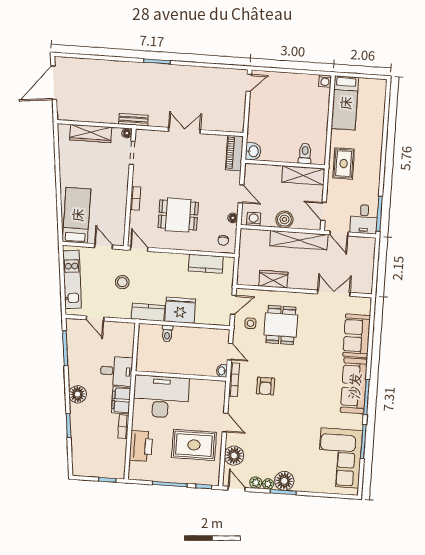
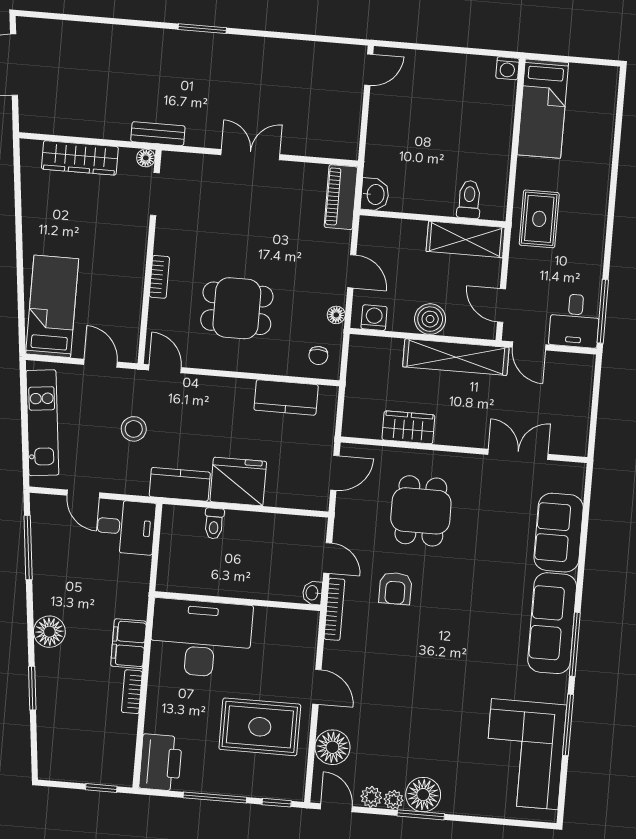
side table: (250, 323) -> (366, 507), removed
desk: (116, 371) -> (126, 527), moved
armchair: (266, 386) -> (395, 588), moved
printer: (141, 446) -> (160, 762), moved

